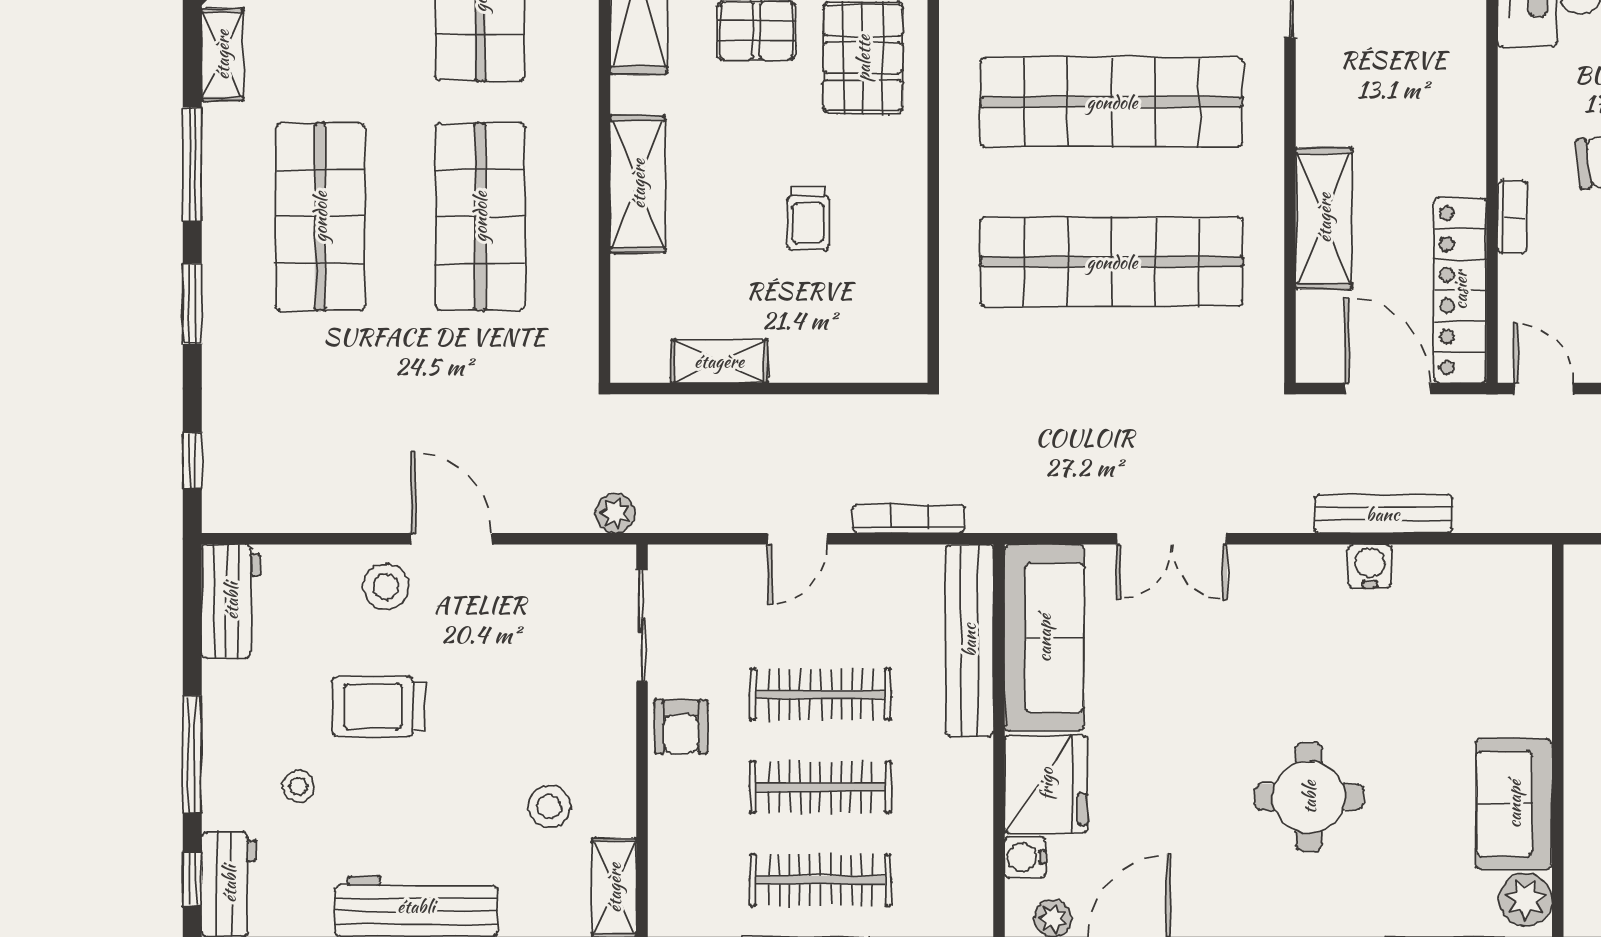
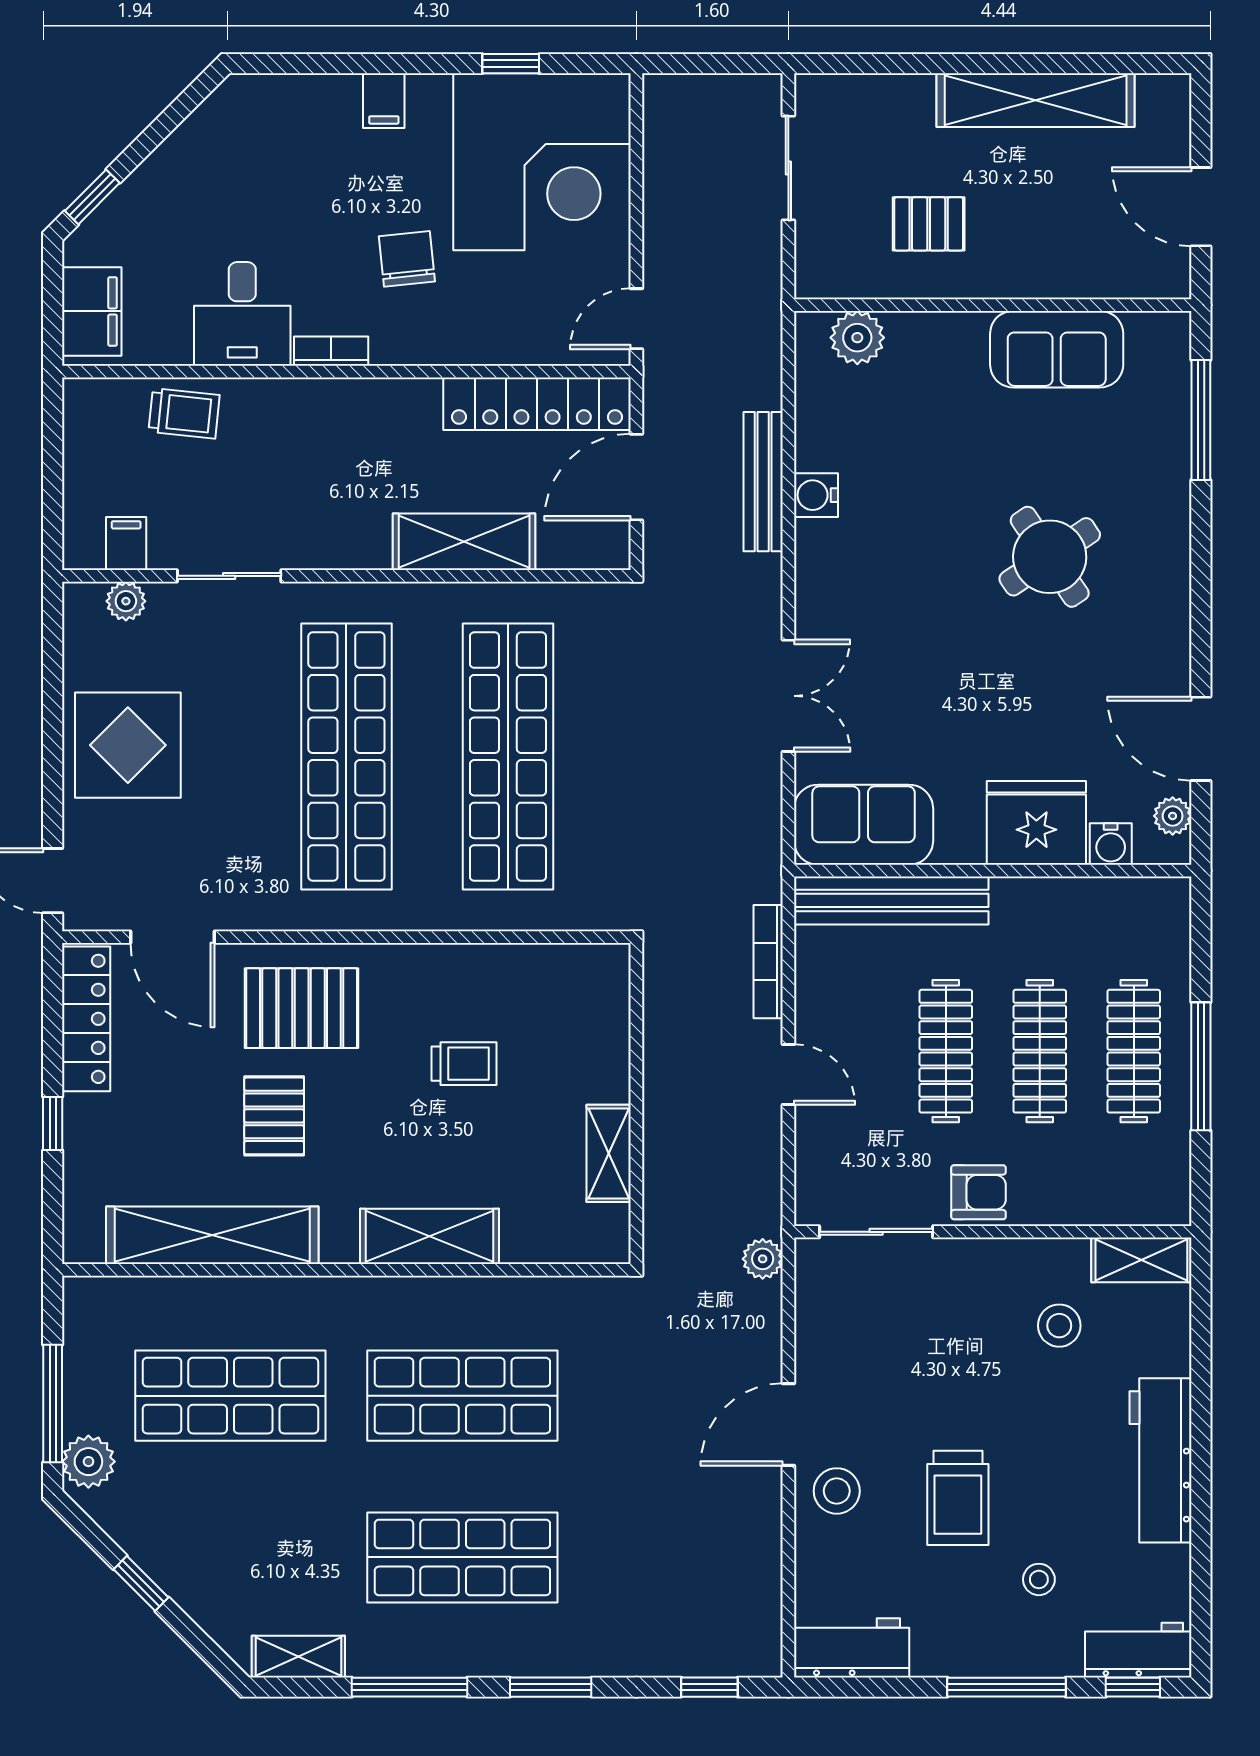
bookcase: (1512, 217) -> (331, 351), moved
sofa: (1044, 638) -> (864, 825), width x0.73
round table: (1309, 797) -> (1050, 557), turned -34
plant: (1526, 900) -> (857, 338), moved

